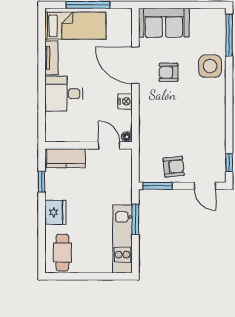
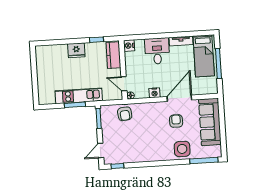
sofa: (164, 23) -> (210, 122), width x1.36
nightstand: (53, 134) -> (129, 46), added
door: (109, 145) -> (124, 84), swing flipped
armchair: (174, 167) -> (125, 114), moved
kitchen unit: (122, 239) -> (79, 96), moved
cafe table: (62, 253) -> (49, 57), removed

